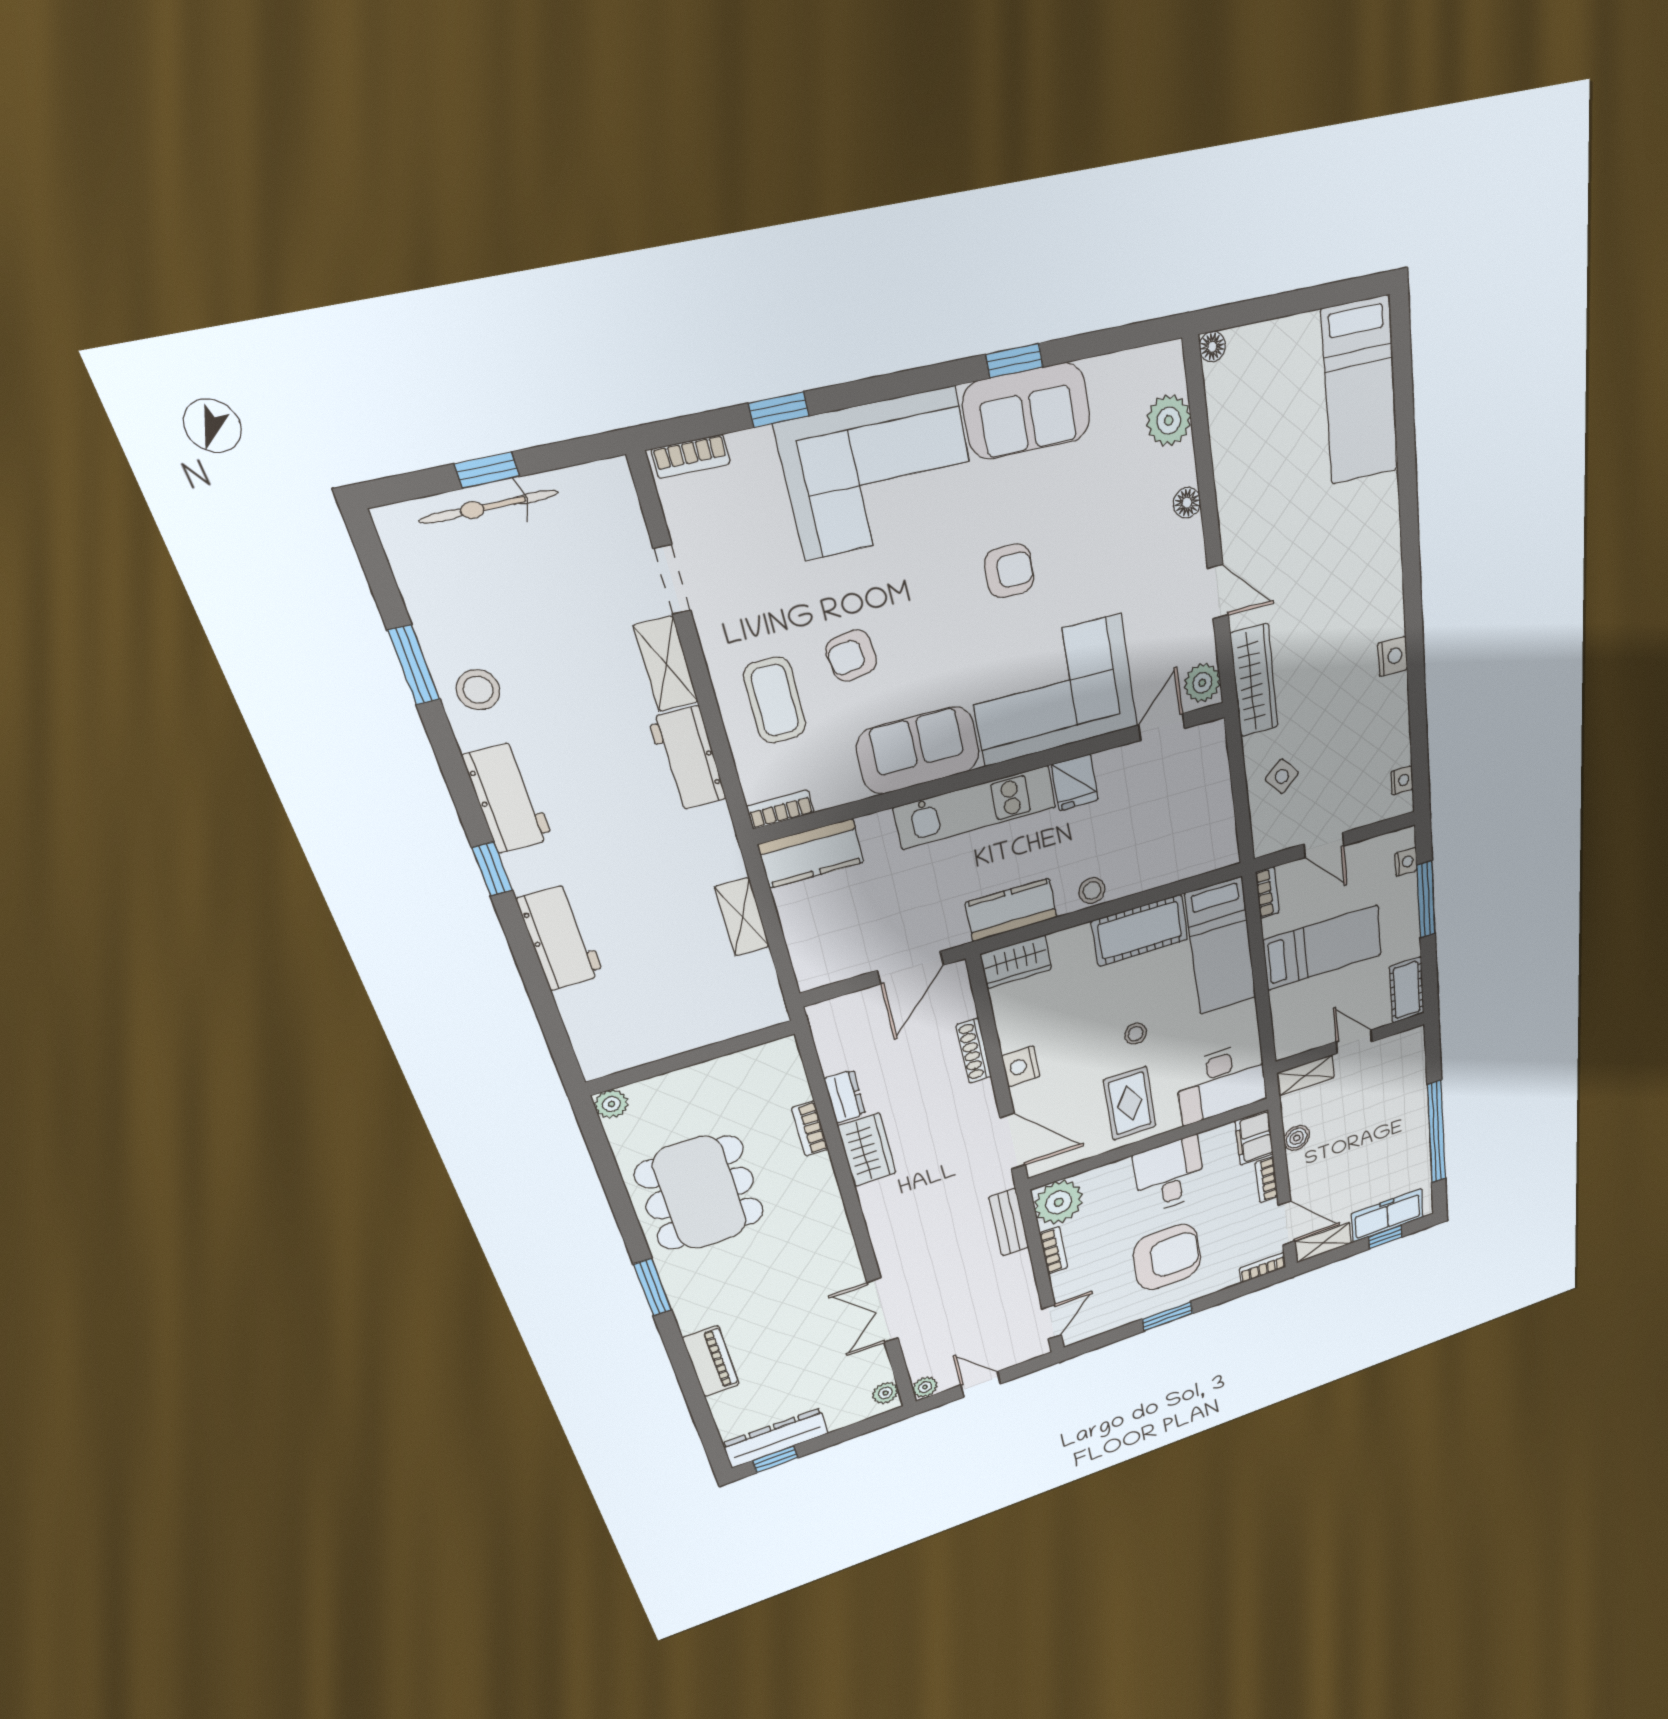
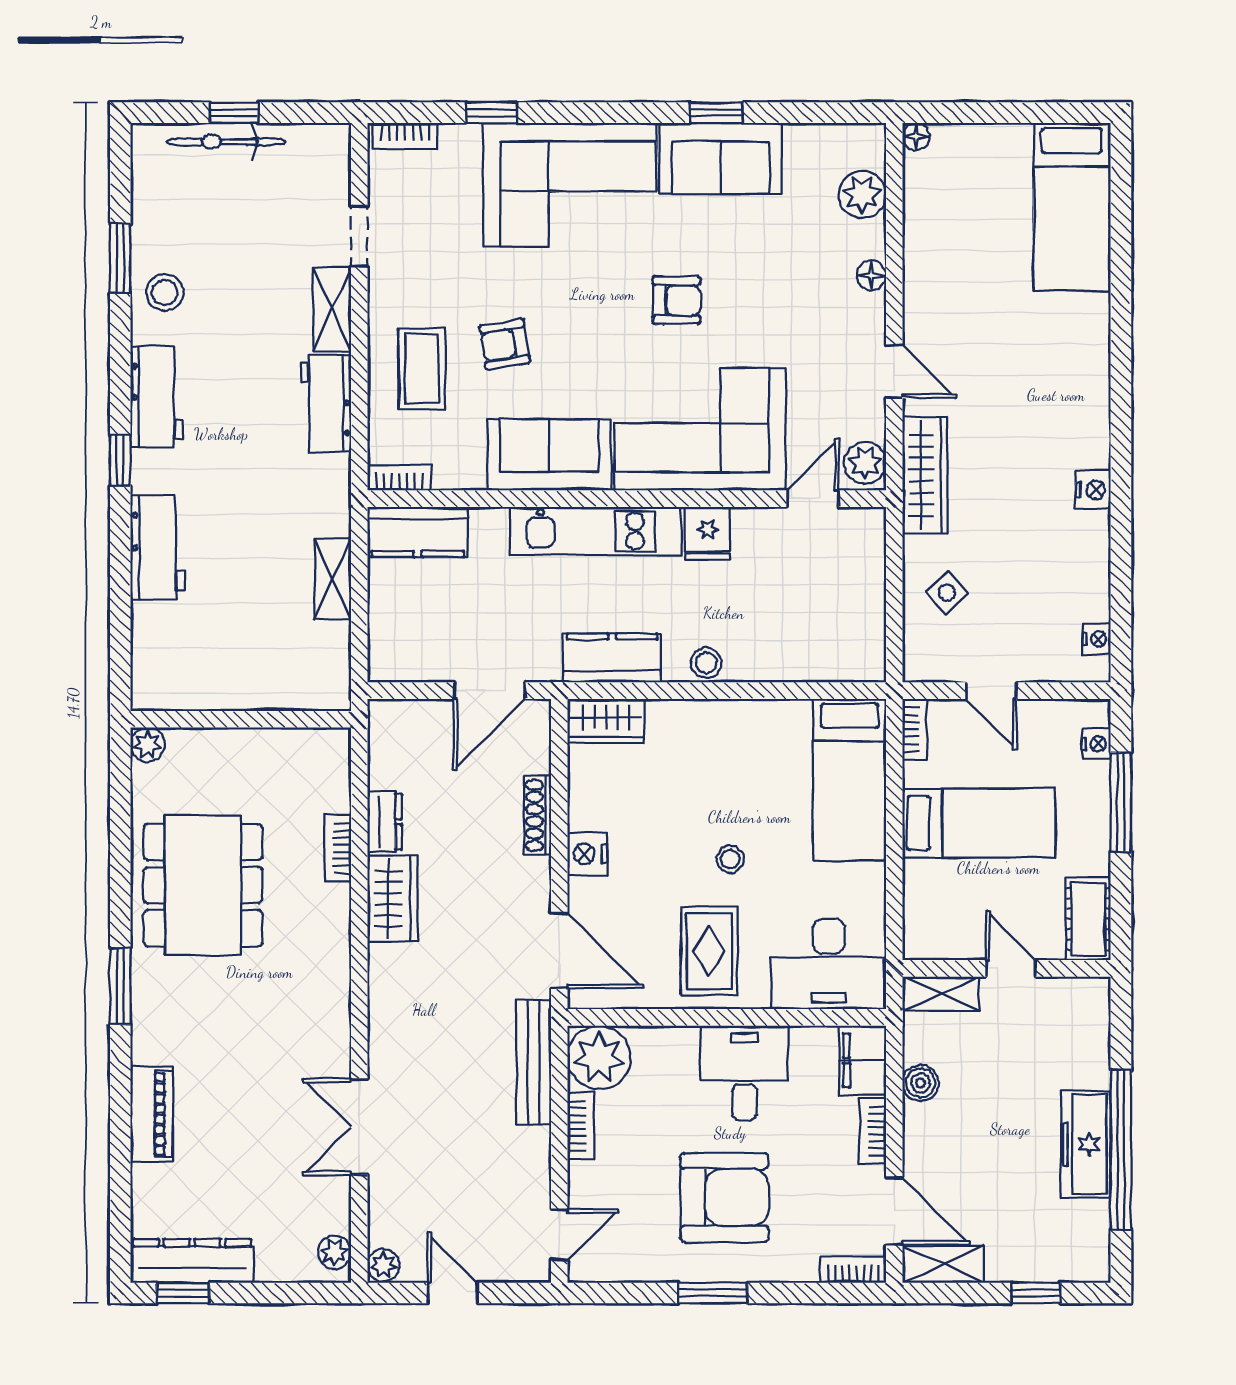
cot: (1140, 930) -> (754, 728), removed
freezer: (1387, 1215) -> (1086, 1144), moved, turned -90
bench: (1009, 1222) -> (534, 1062), width x1.36

